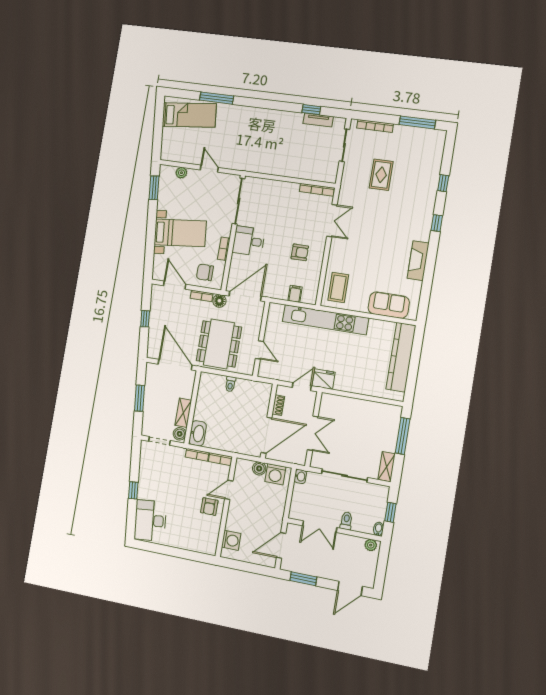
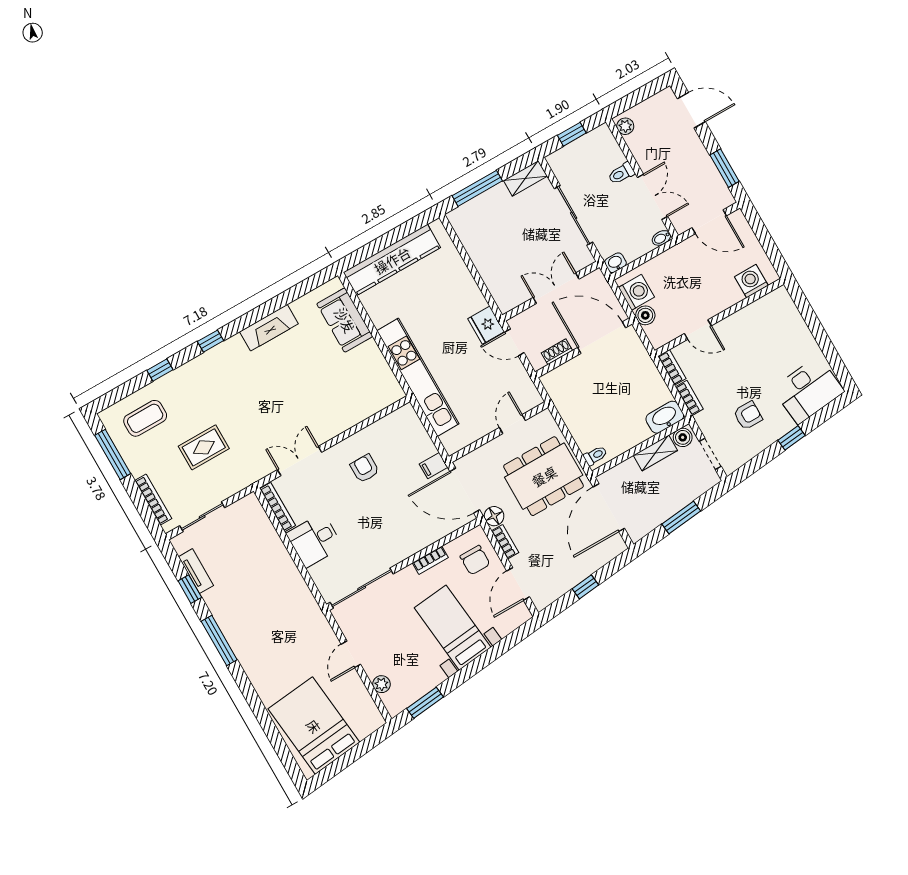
window: (217, 98) -> (219, 640), moved
bed: (189, 115) -> (314, 726), width x1.50
desk: (249, 241) -> (314, 540), moved, turned 90
coffee table: (338, 288) -> (145, 418), moved
filing cabinet: (295, 294) -> (434, 466), moved
toilet: (230, 384) -> (595, 456), moved
armchair: (209, 507) -> (748, 415), moved
bidet: (378, 529) -> (661, 238), moved

